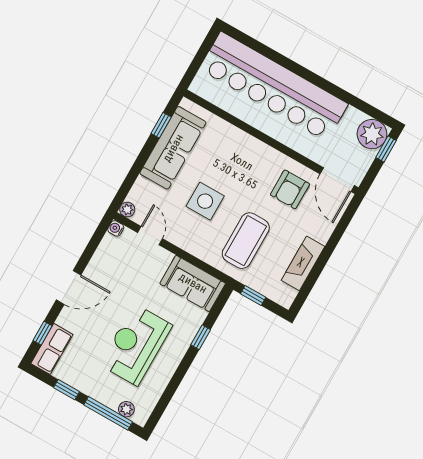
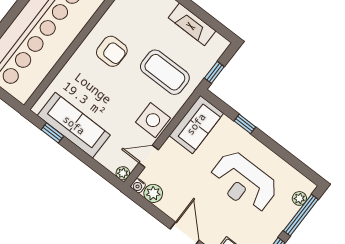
armchair: (290, 189) -> (112, 51), moved
side table: (205, 201) -> (153, 120), moved
plant: (110, 246) -> (153, 193), added

